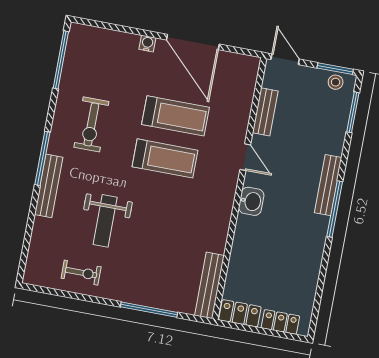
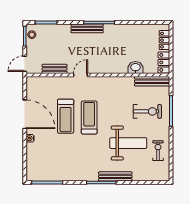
door: (193, 42) -> (25, 114), hinge flipped
treadmill: (175, 116) -> (66, 116), turned 180
exercise bike: (91, 124) -> (147, 111), moved
washbasin: (251, 201) -> (135, 68), moved
weight bench: (105, 221) -> (128, 143), width x1.36, depth x1.33

